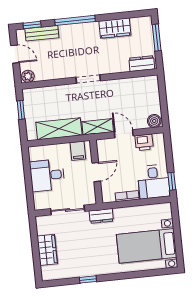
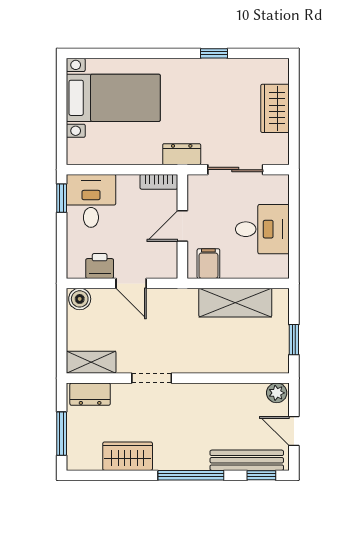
bench: (42, 33) -> (247, 460), width x1.36
doorway: (88, 79) -> (152, 378), moved
shelving: (98, 127) -> (91, 362), moved
bookcase: (127, 196) -> (159, 182), moved

